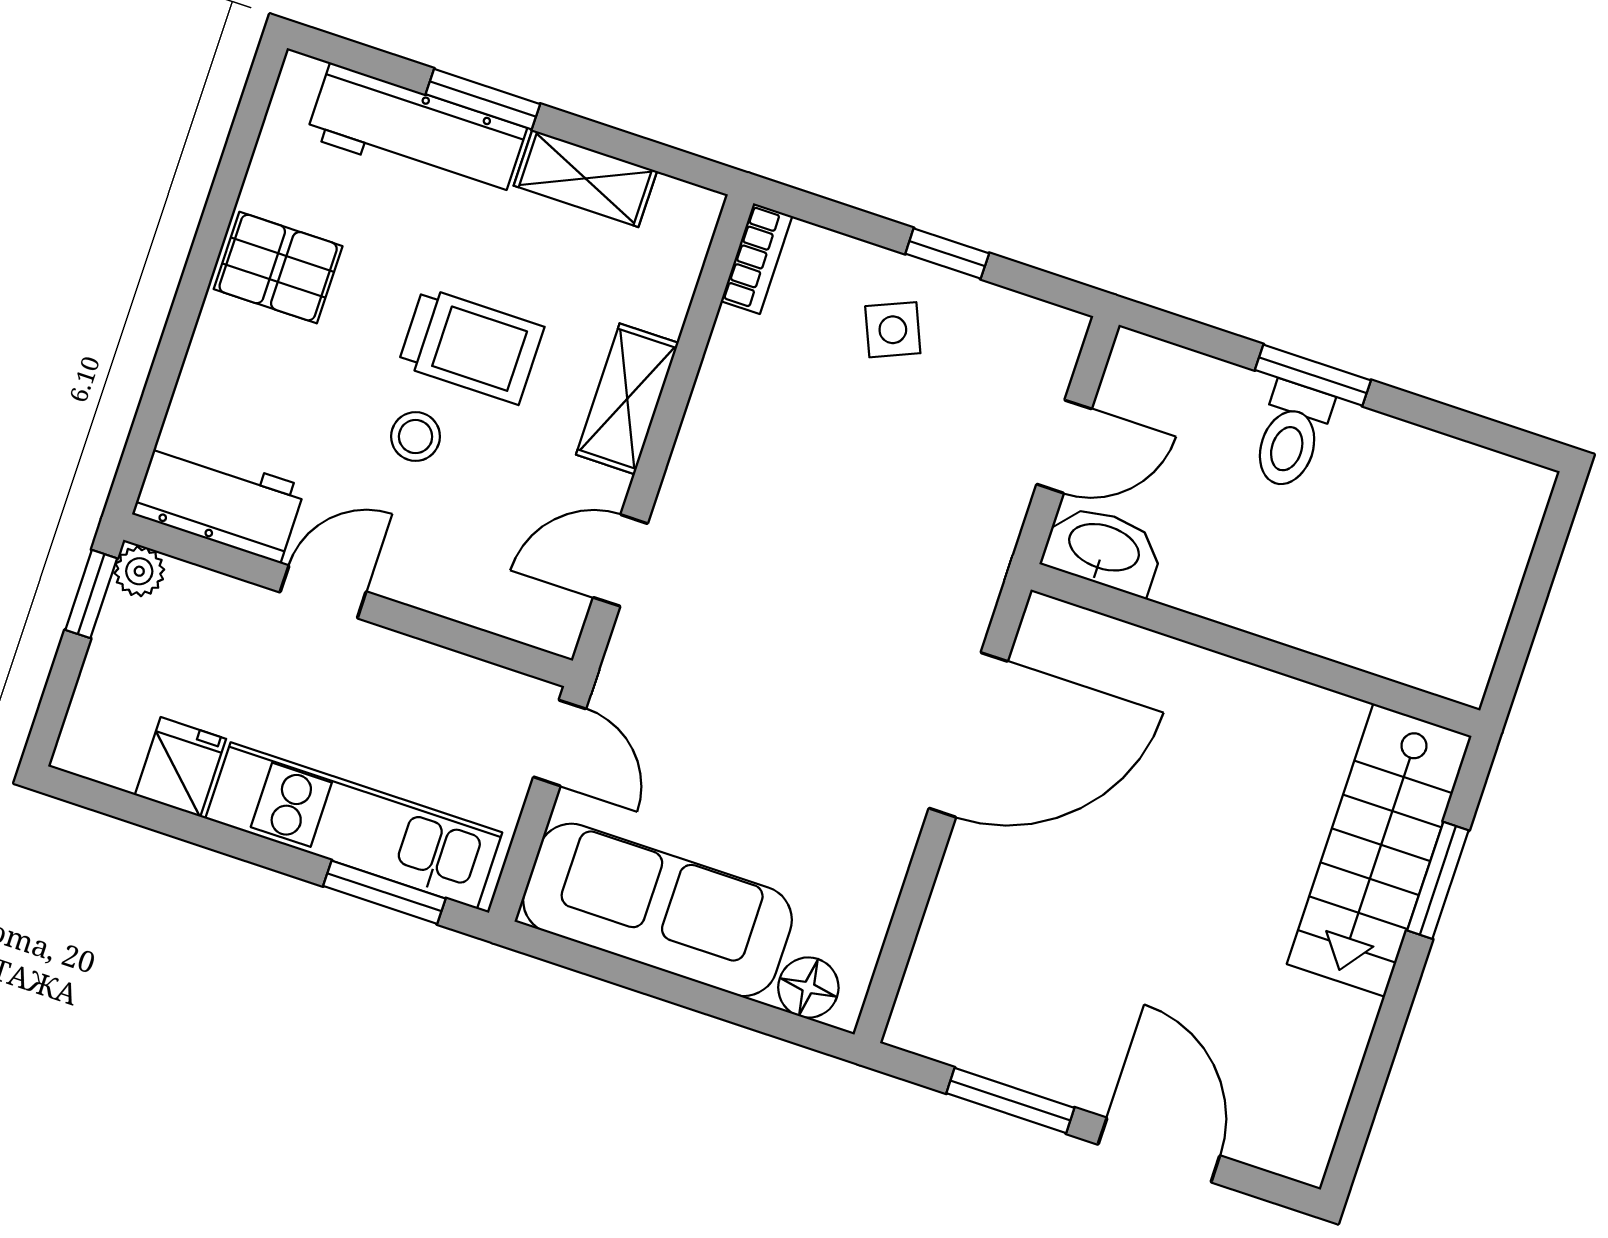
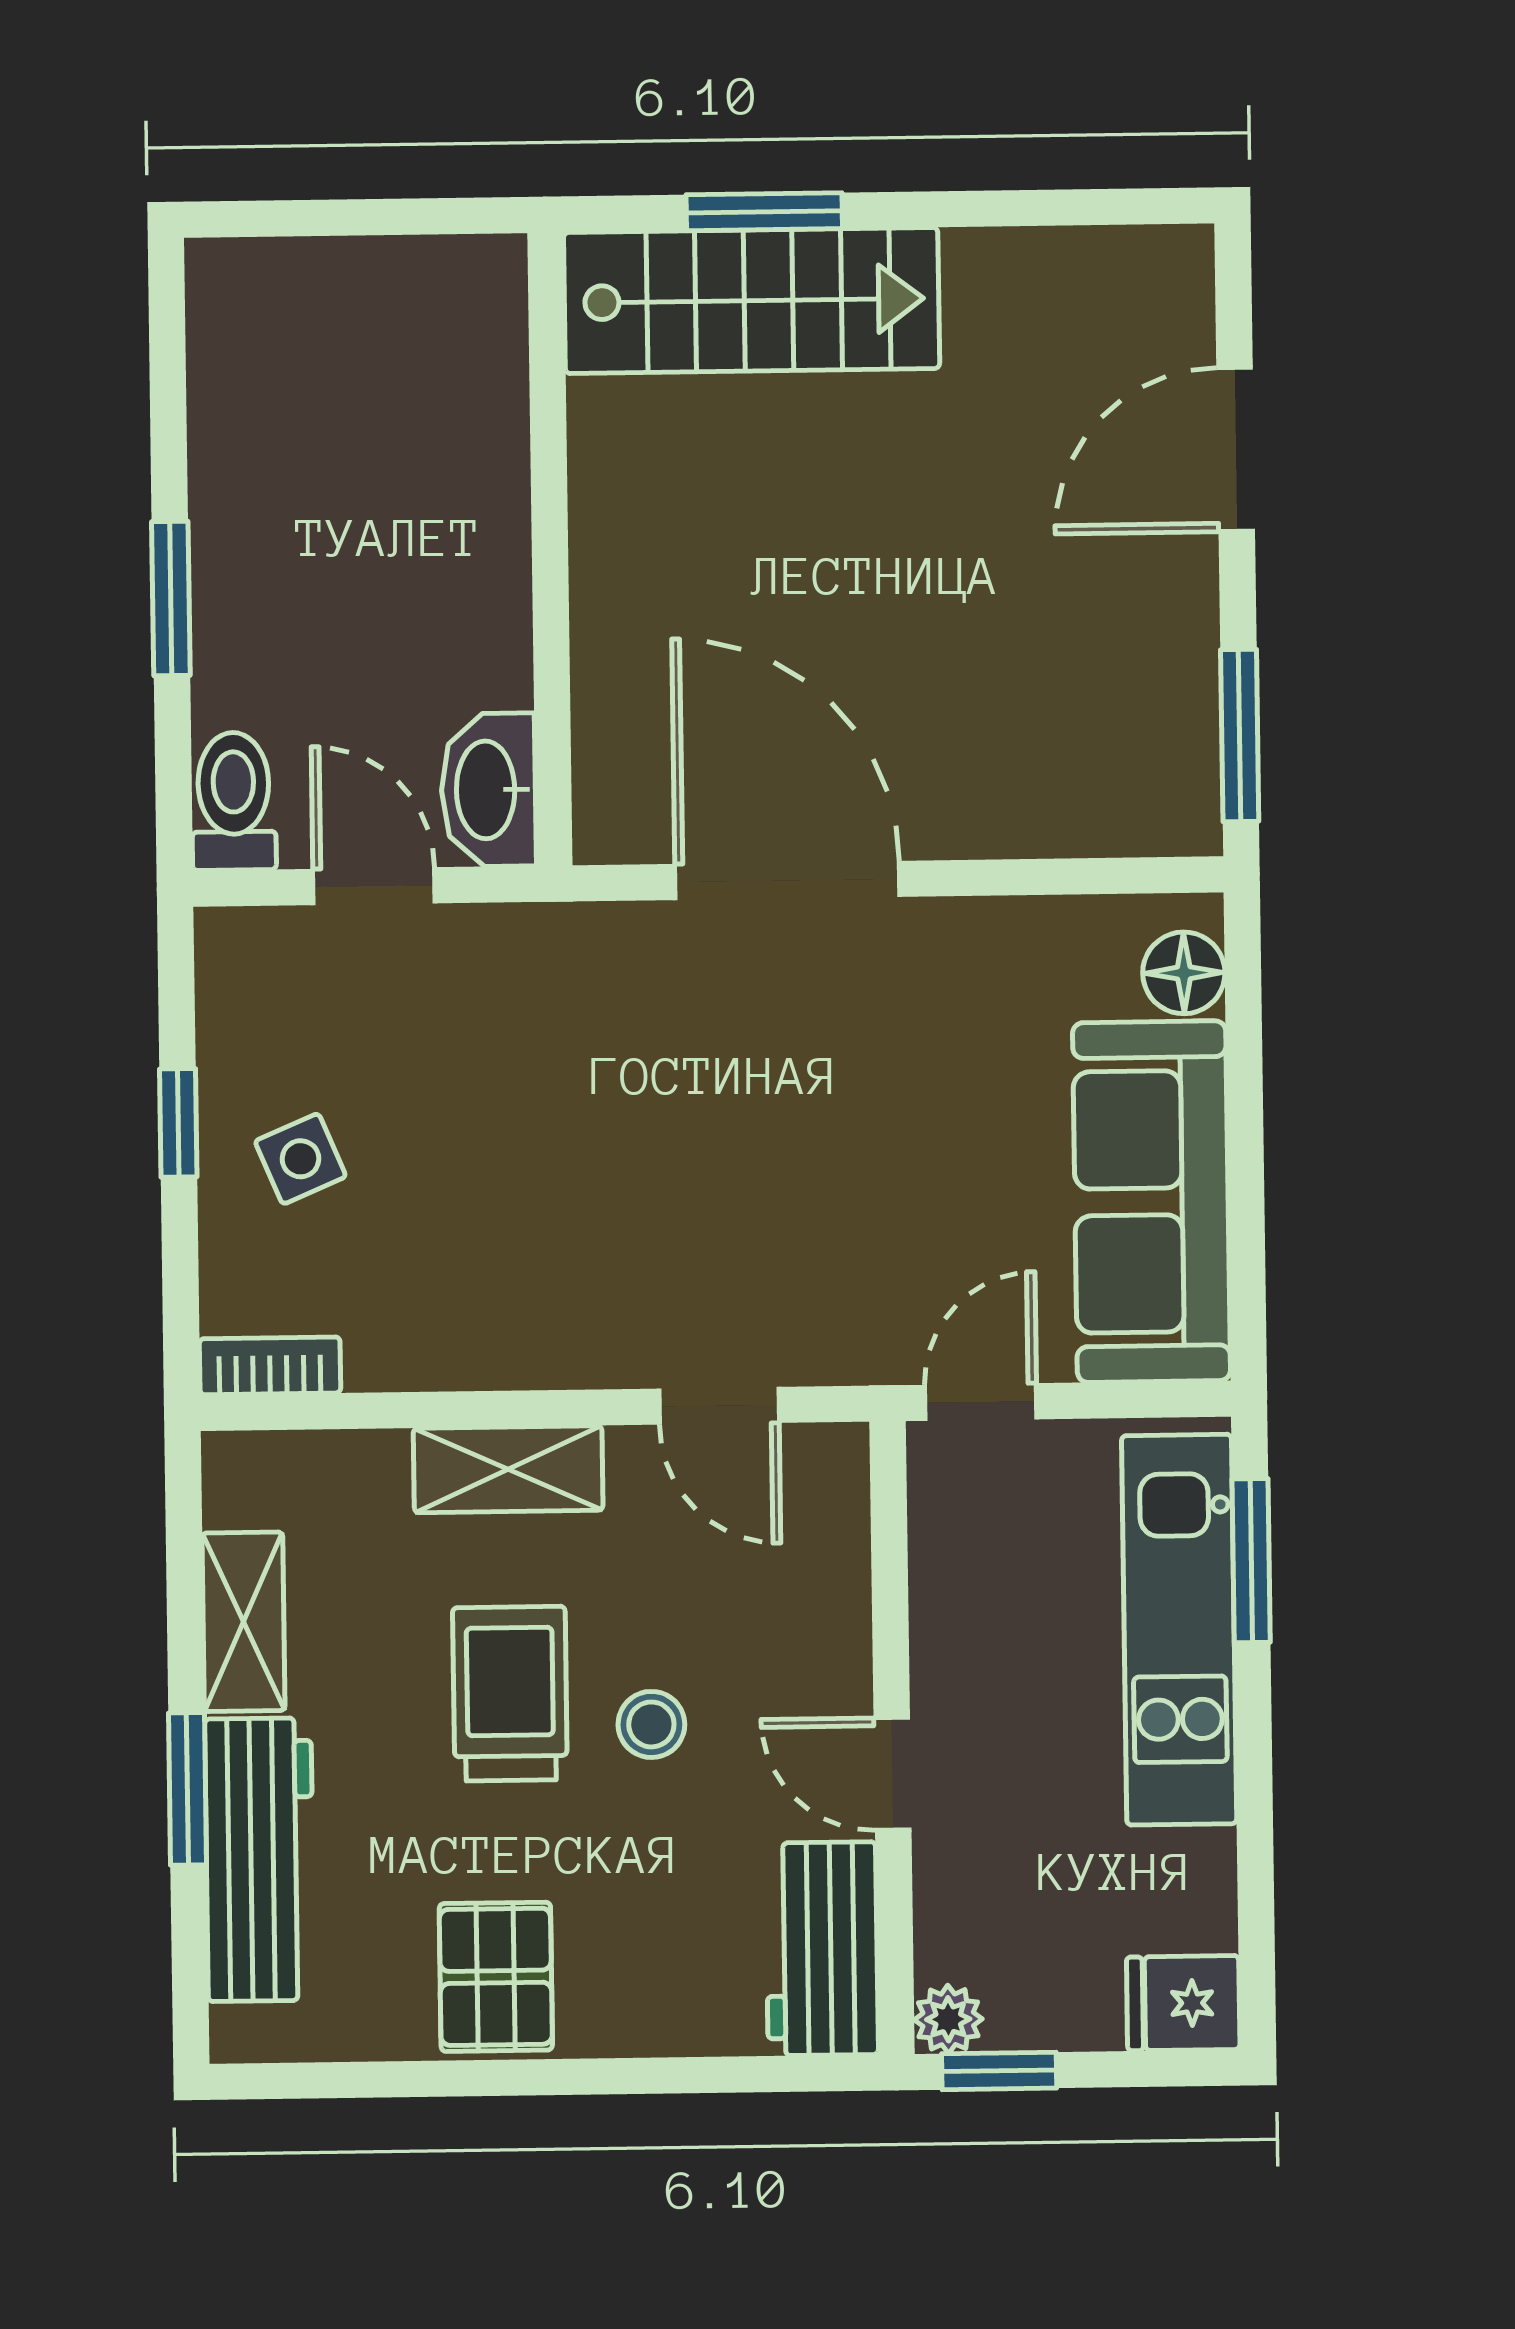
toilet: (1291, 435) -> (234, 801), moved, turned -90
fridge: (180, 767) -> (1183, 2003), moved
window: (1010, 1101) -> (1240, 735), moved

